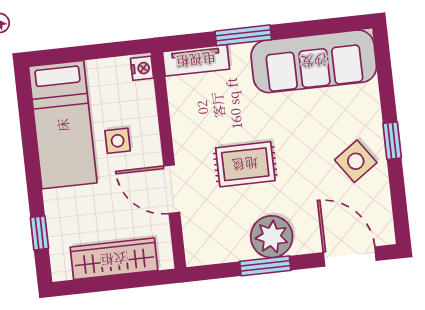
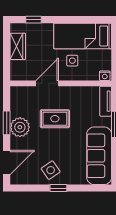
rug: (245, 164) -> (55, 119), turned 90
wardrobe: (114, 259) -> (18, 46), width x0.67

